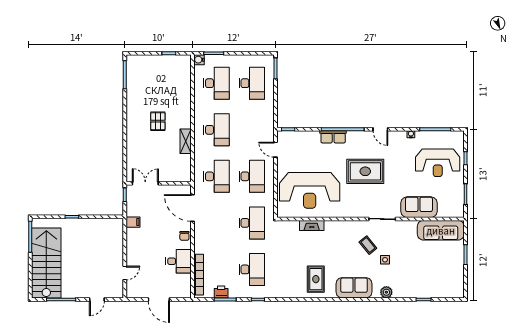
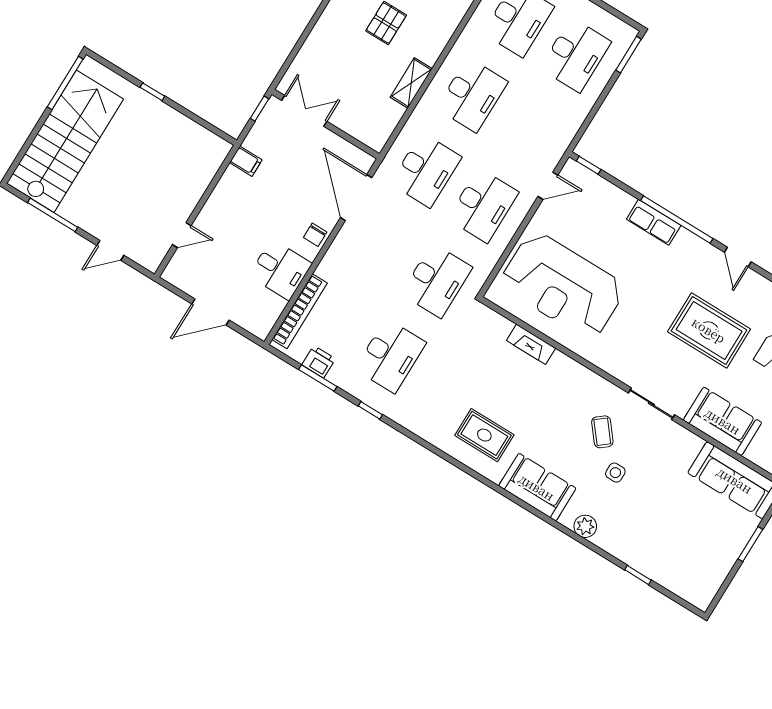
door: (275, 150) -> (548, 186), swing flipped
rug: (365, 171) -> (709, 330), moved
rug: (316, 279) -> (484, 435), turned 90
door: (159, 300) -> (210, 312), hinge flipped

